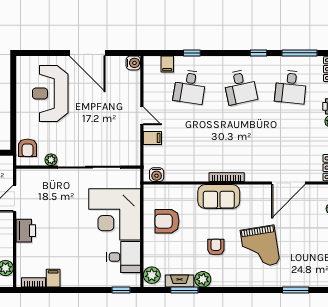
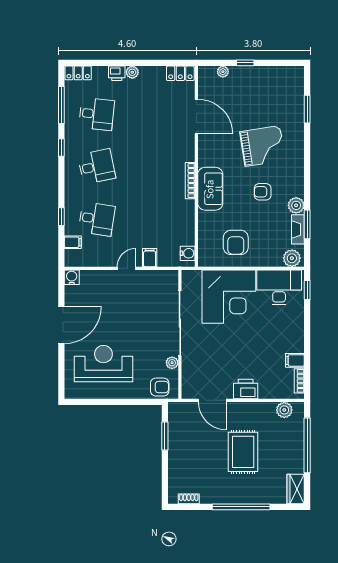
reception desk: (50, 94) -> (103, 364), turned 180
desk: (124, 257) -> (279, 287), width x1.37

